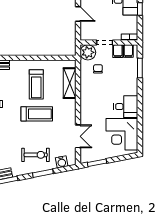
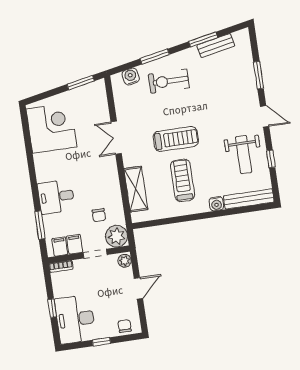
door: (78, 14) -> (138, 288), swing flipped
plant: (85, 35) -> (125, 261), added
water cooler: (15, 65) -> (216, 204), added
desk: (126, 107) -> (56, 197), moved
treadmill: (37, 114) -> (176, 139), turned 180
double door: (78, 136) -> (116, 138), moved

